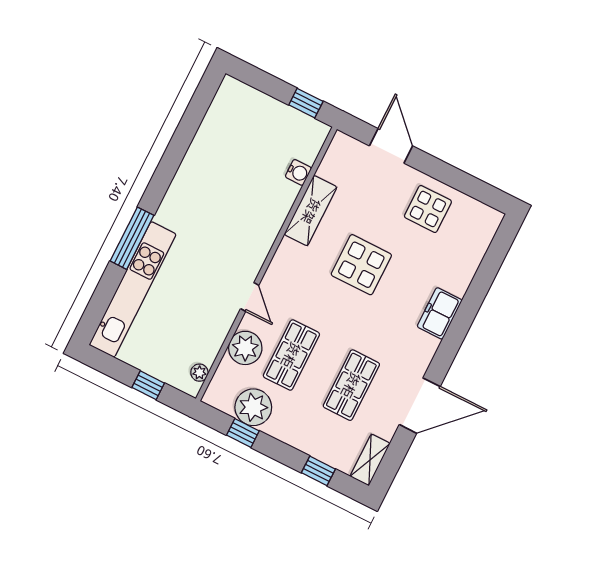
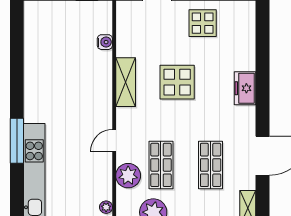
shelving: (311, 211) -> (126, 82), moved
door: (250, 297) -> (114, 141), swing flipped

